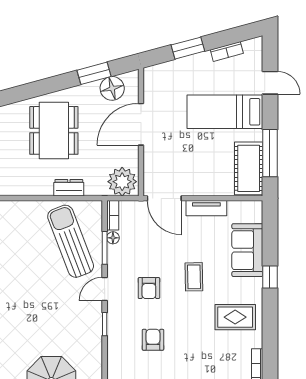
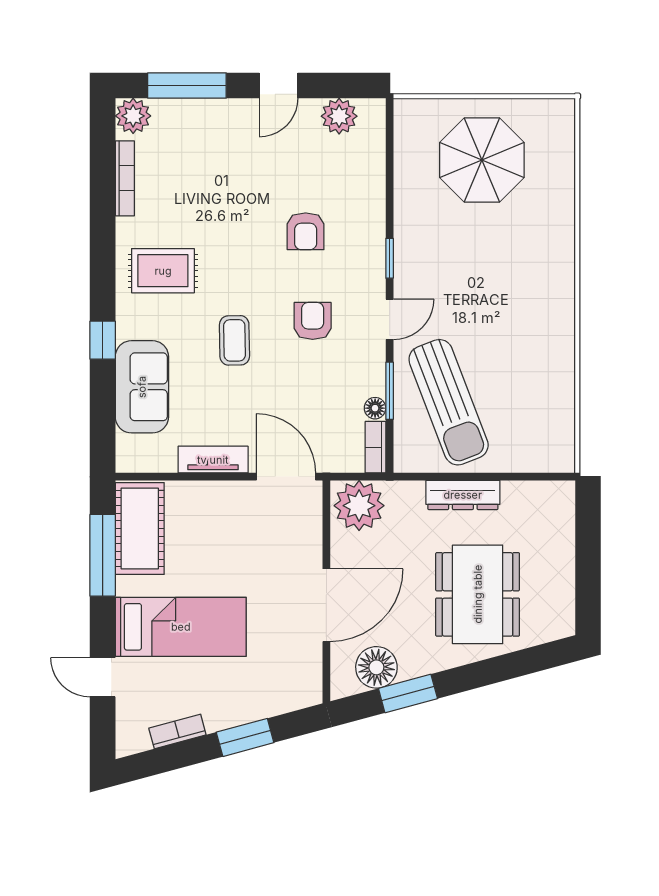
dresser: (69, 188) -> (463, 495), width x1.44

